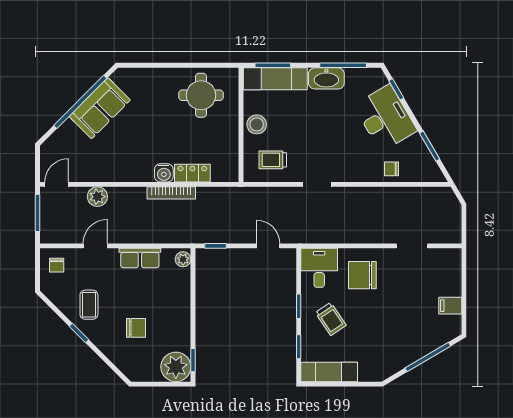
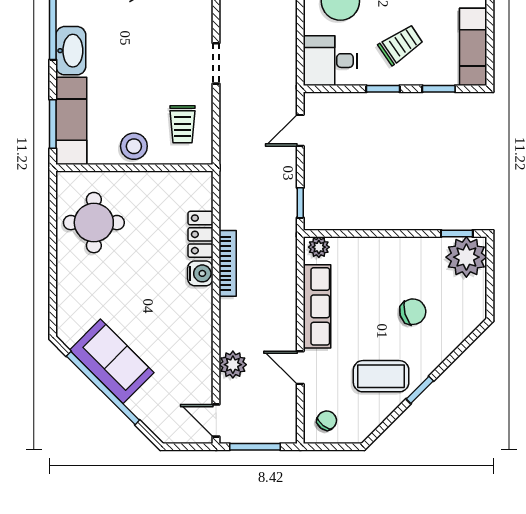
row of seats: (140, 258) -> (317, 306), width x1.48
chair: (57, 265) -> (327, 421), turned -52
coffee table: (89, 305) -> (381, 376), width x1.36, depth x1.30
chair: (136, 328) -> (413, 312), turned 74

